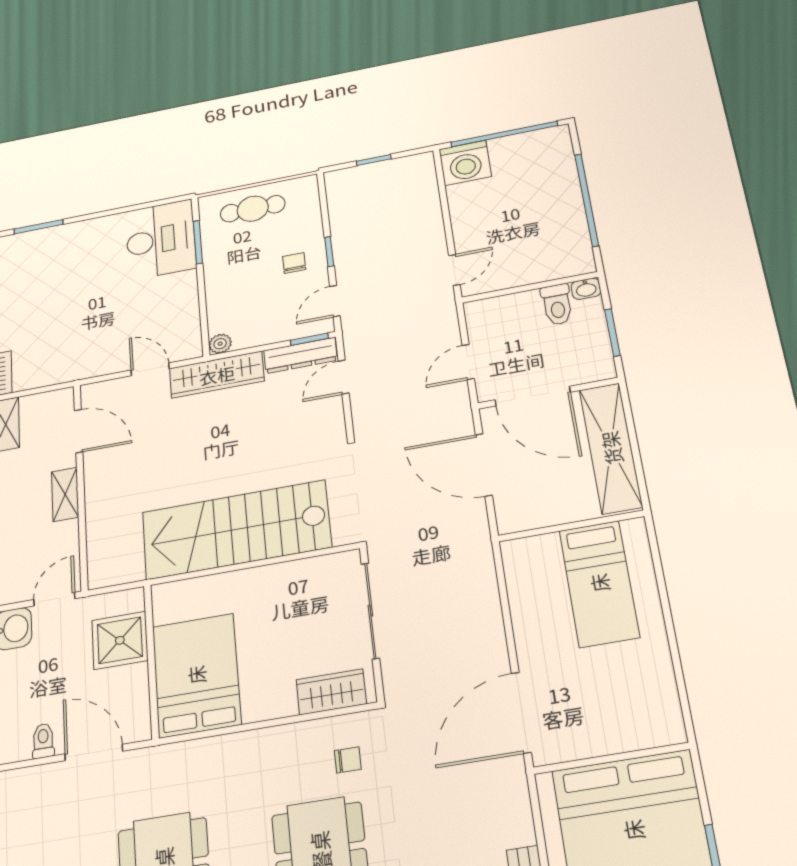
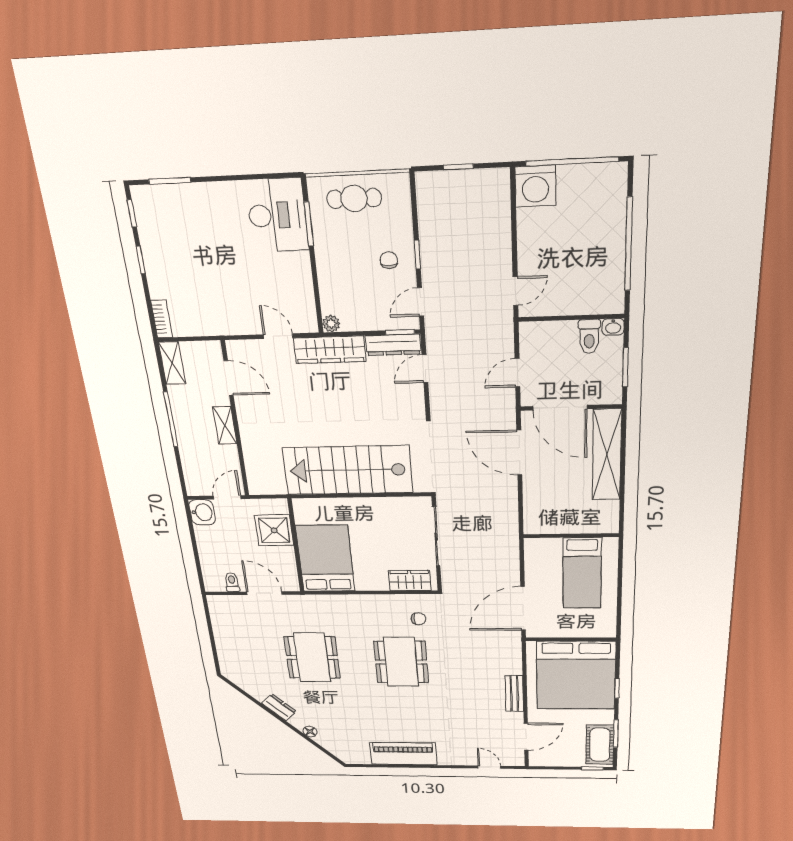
wall: (571, 526) -> (571, 536), moved
bed: (599, 583) -> (582, 573), moved

